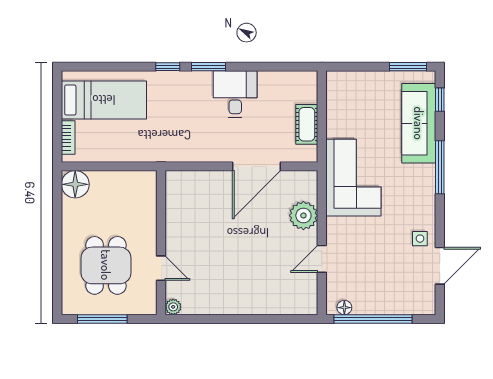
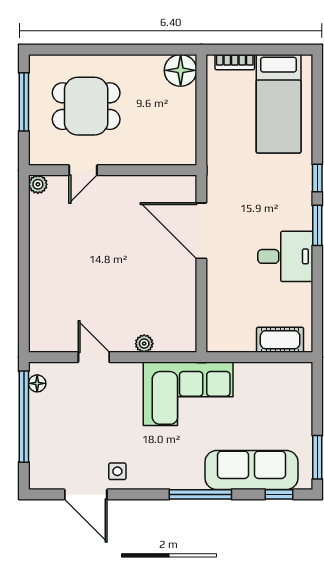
cot: (307, 124) -> (280, 340), moved
door: (257, 166) -> (201, 231), moved
plant: (303, 216) -> (144, 344), width x0.53, depth x0.53

